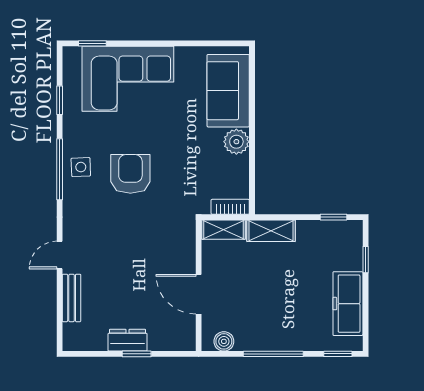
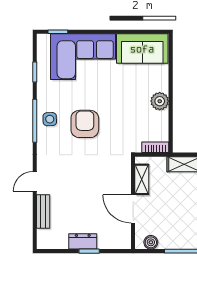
sofa: (228, 91) -> (142, 49), moved, turned -90
shelving: (224, 230) -> (142, 179), moved, turned 90

